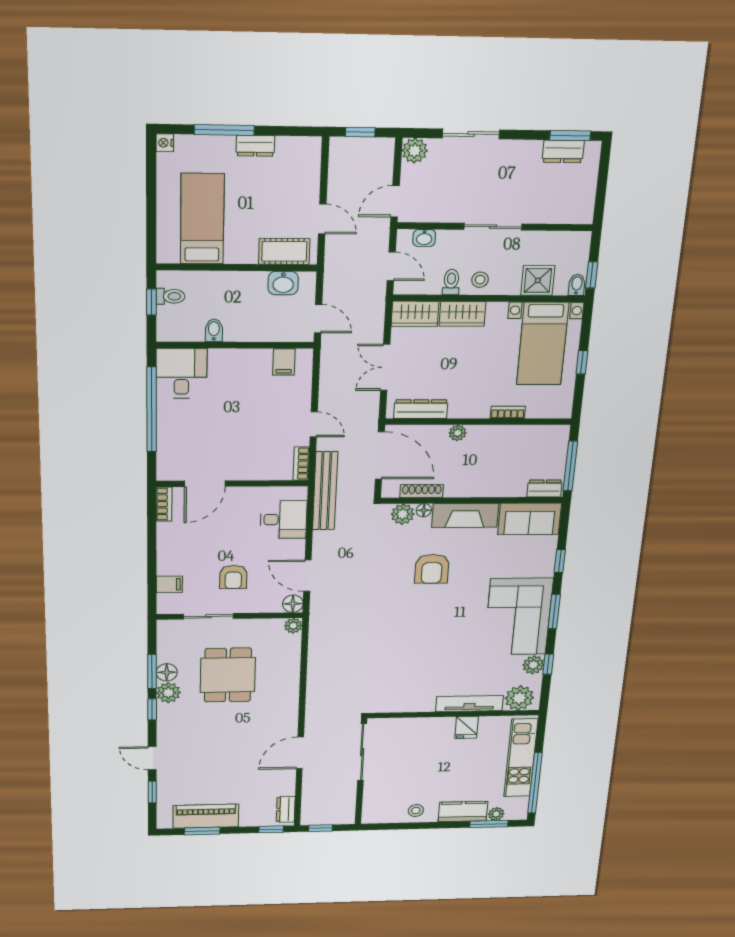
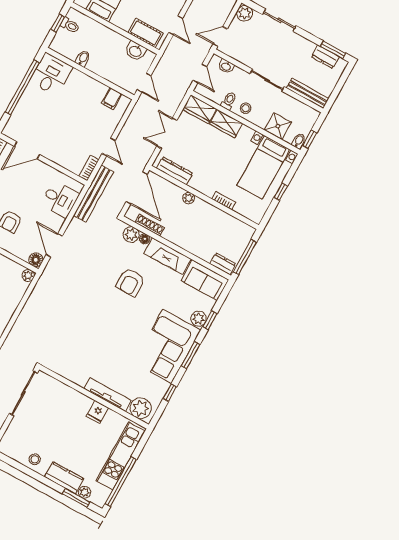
bench: (560, 215) -> (308, 93), added
plant: (533, 665) -> (199, 319), moved

